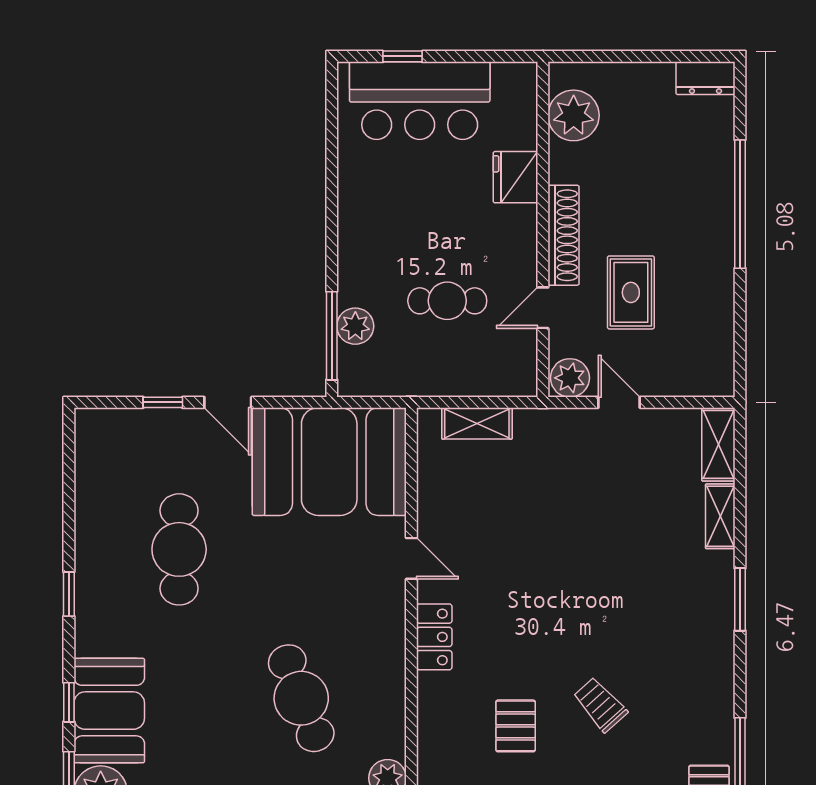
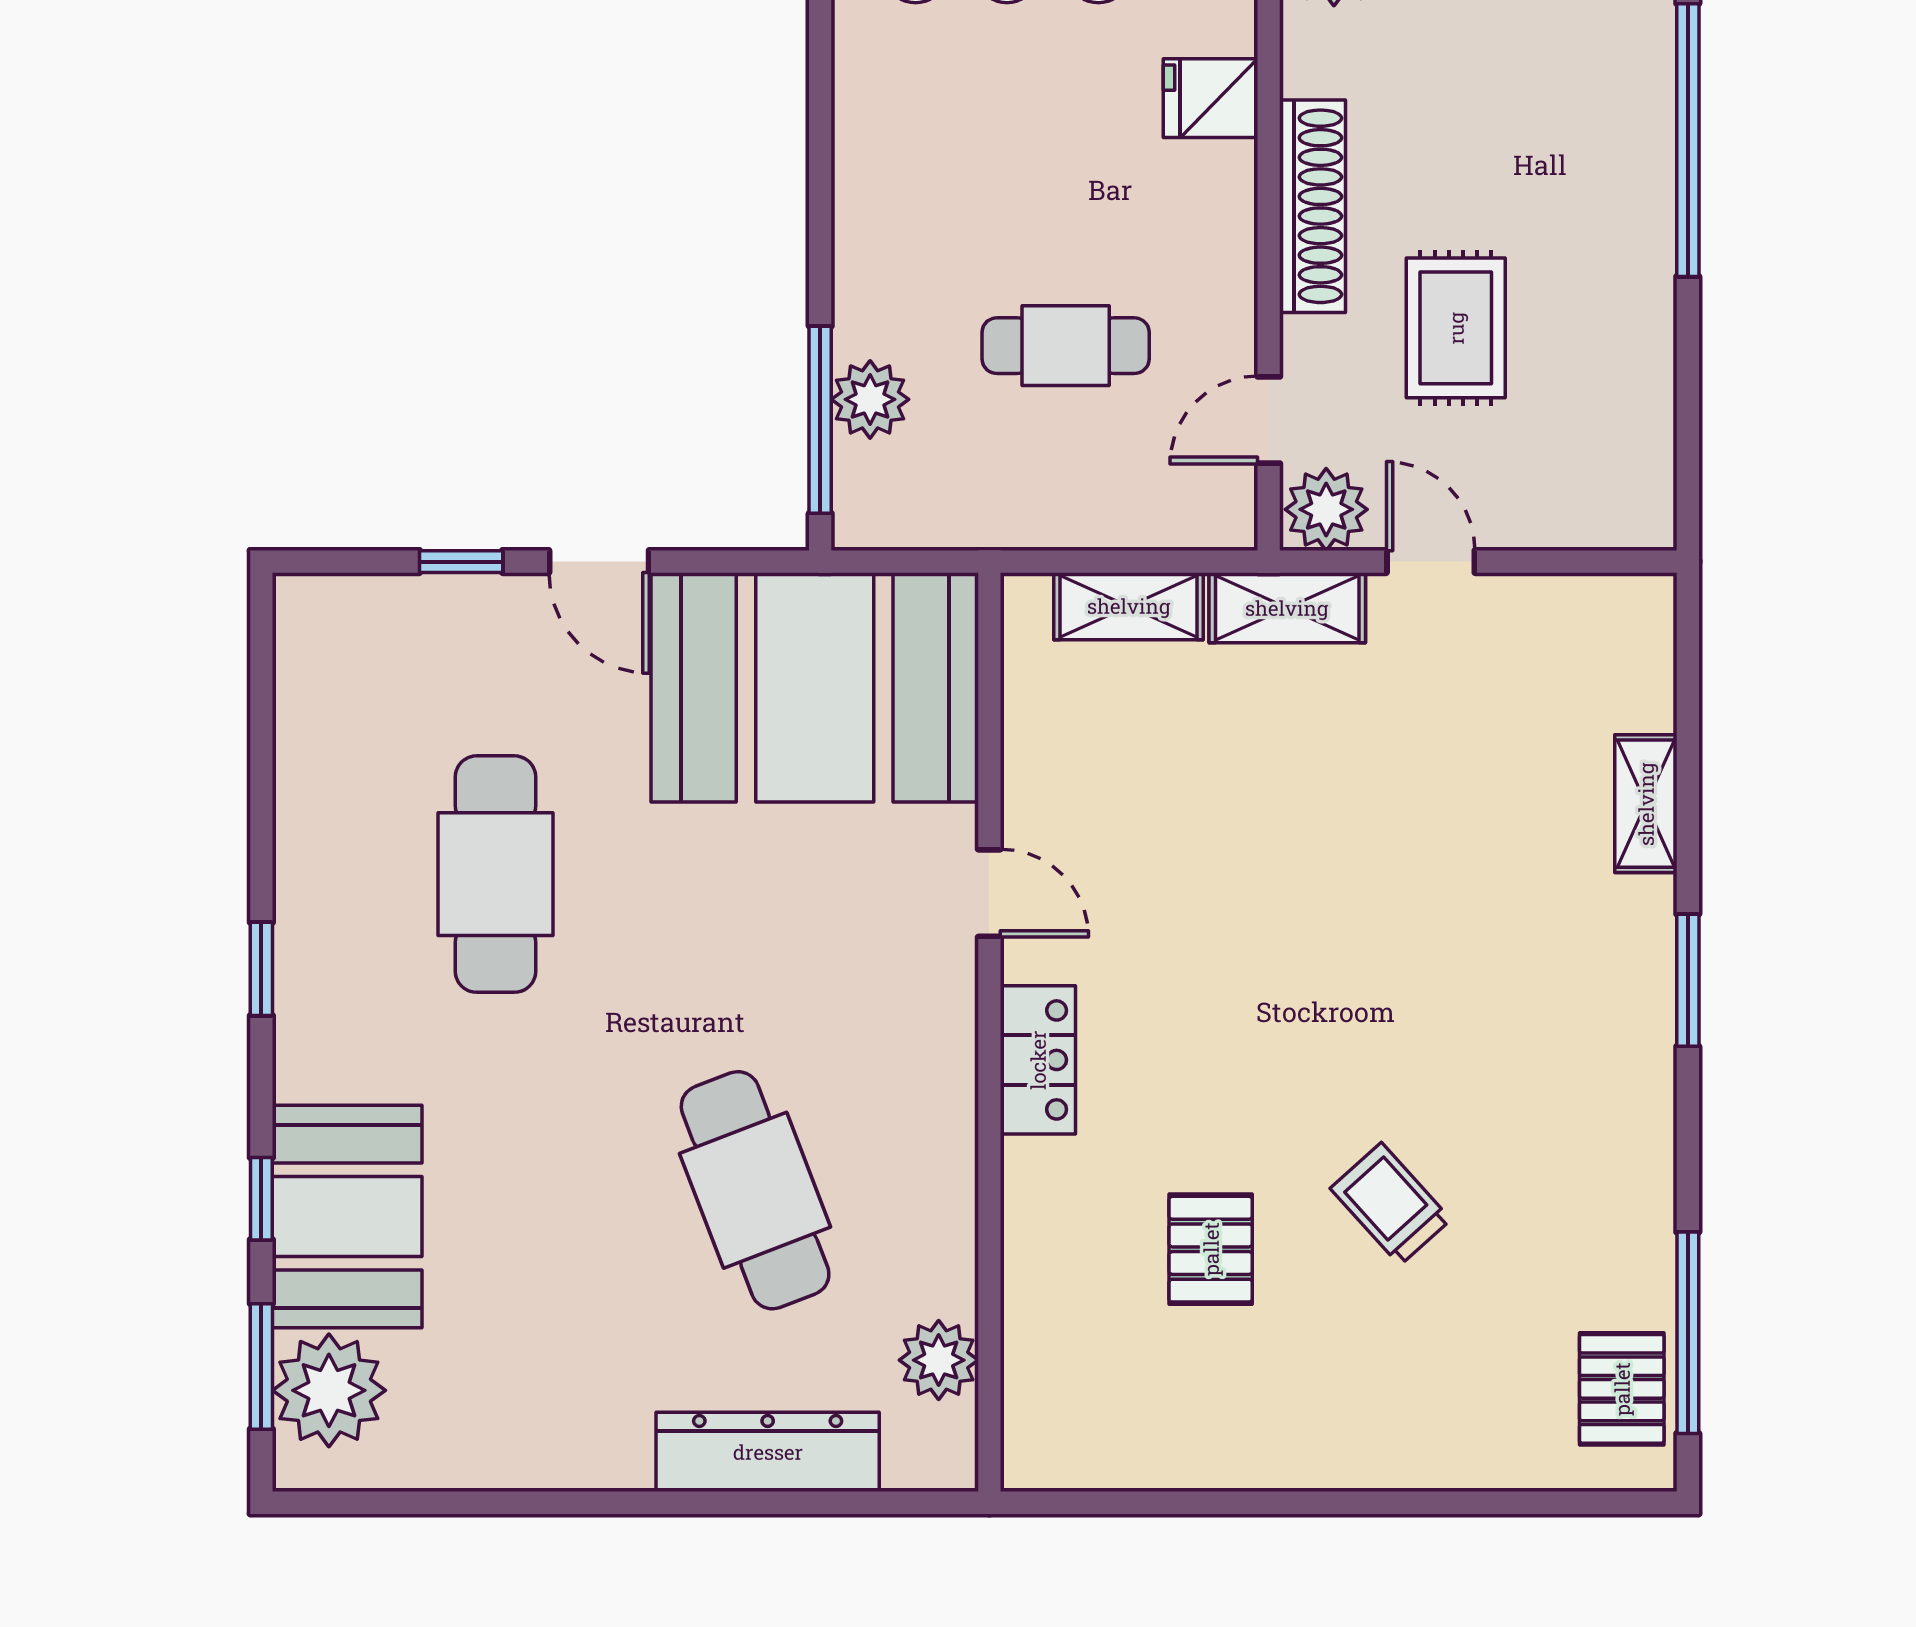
fridge: (515, 177) -> (1210, 98), width x0.72
door: (543, 308) -> (1269, 420), moved
shelving: (718, 444) -> (1287, 608), moved, turned 90

